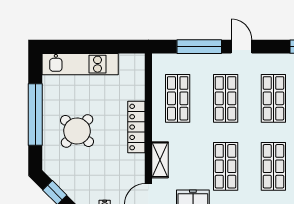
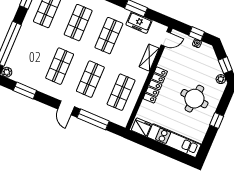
fridge: (131, 64) -> (141, 127), added
window: (35, 114) -> (217, 121), width x0.32
round table: (77, 131) -> (194, 99), turned -37
plant: (53, 172) -> (221, 79), added

